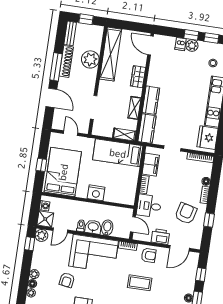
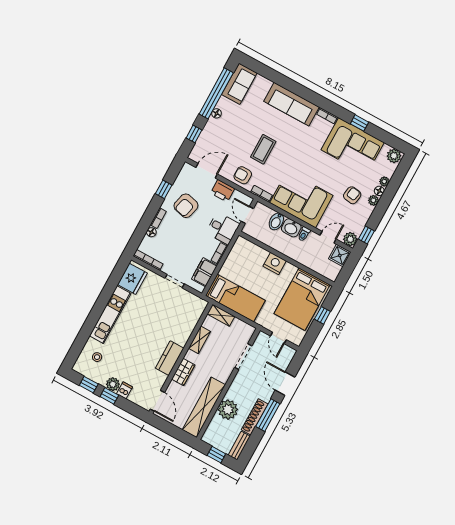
kitchen counter: (151, 100) -> (170, 358), moved
kitchen counter: (147, 129) -> (194, 313), removed
washing machine: (45, 206) -> (335, 270), removed
armchair: (67, 280) -> (352, 195), moved
coffee table: (140, 283) -> (263, 149), turned 90

